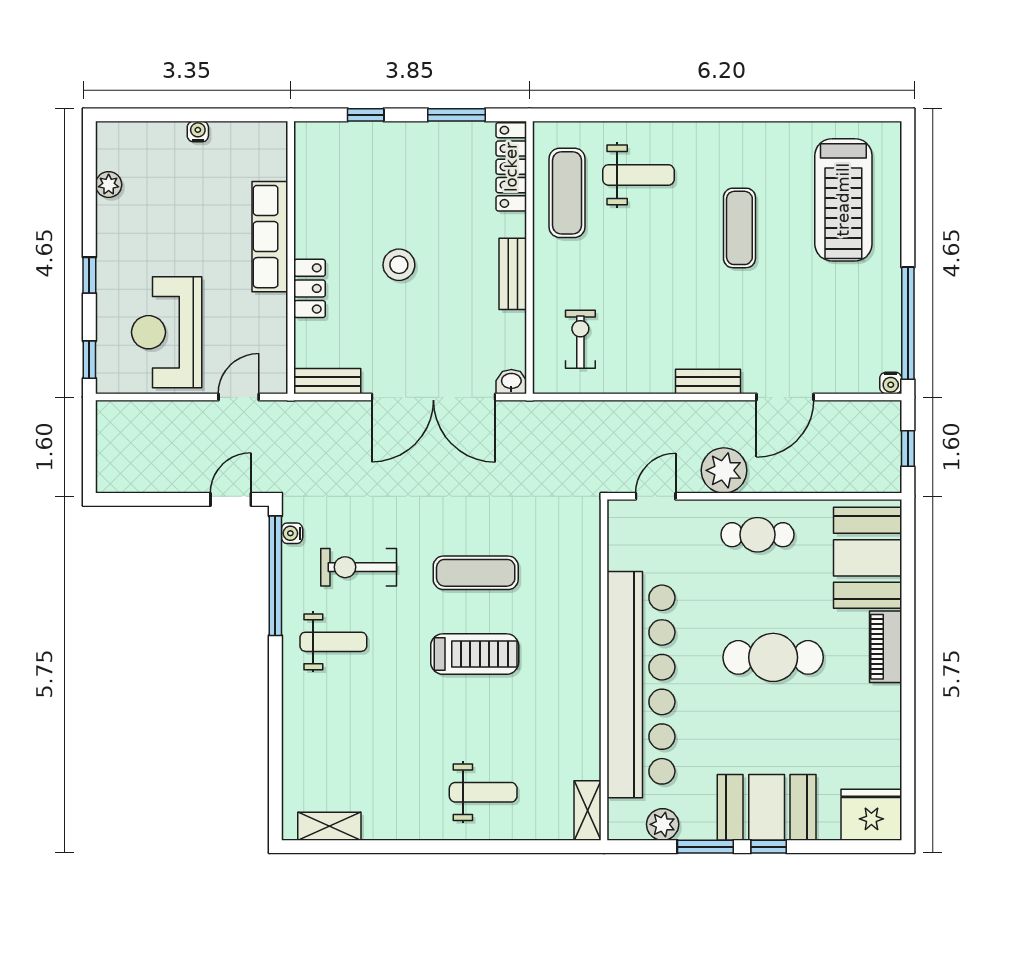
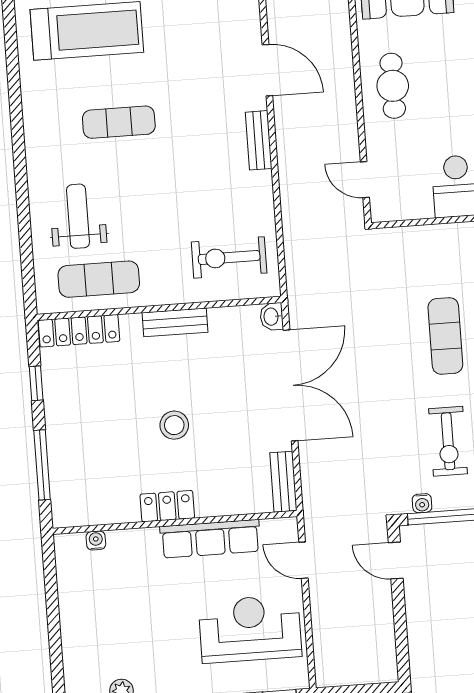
window: (366, 115) -> (42, 465), width x2.17
window: (457, 115) -> (36, 383), width x0.67
water cooler: (198, 132) -> (96, 540), moved, turned 90
row of seats: (270, 237) -> (210, 539), moved
locker: (310, 288) -> (167, 506), moved
reception desk: (167, 332) -> (250, 629), turned 180
exercise bike: (580, 339) -> (229, 257), width x1.38, depth x1.39
plant: (724, 470) -> (337, 120), removed

